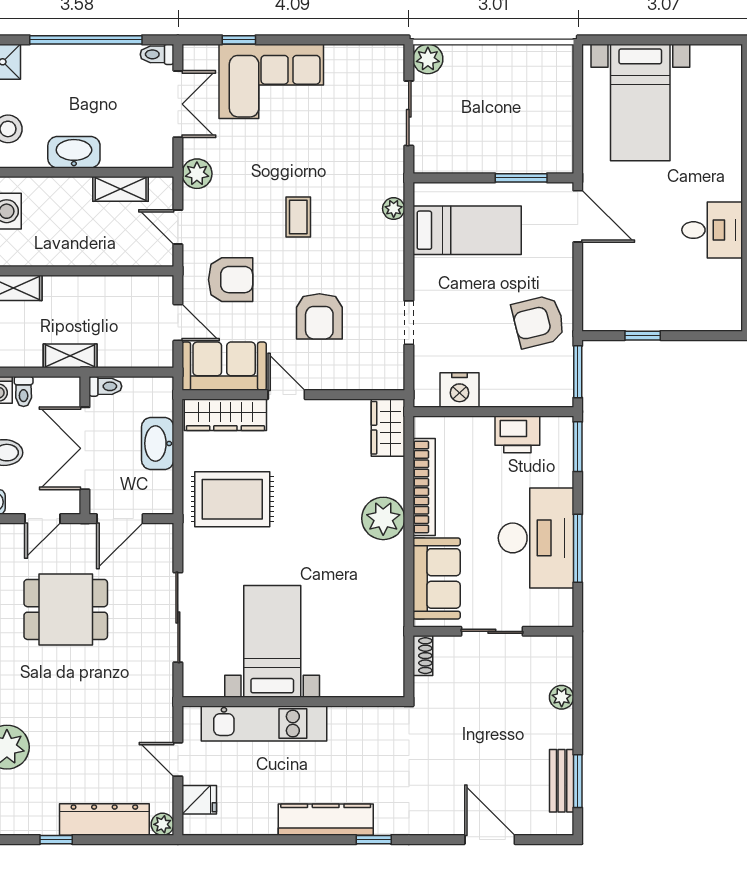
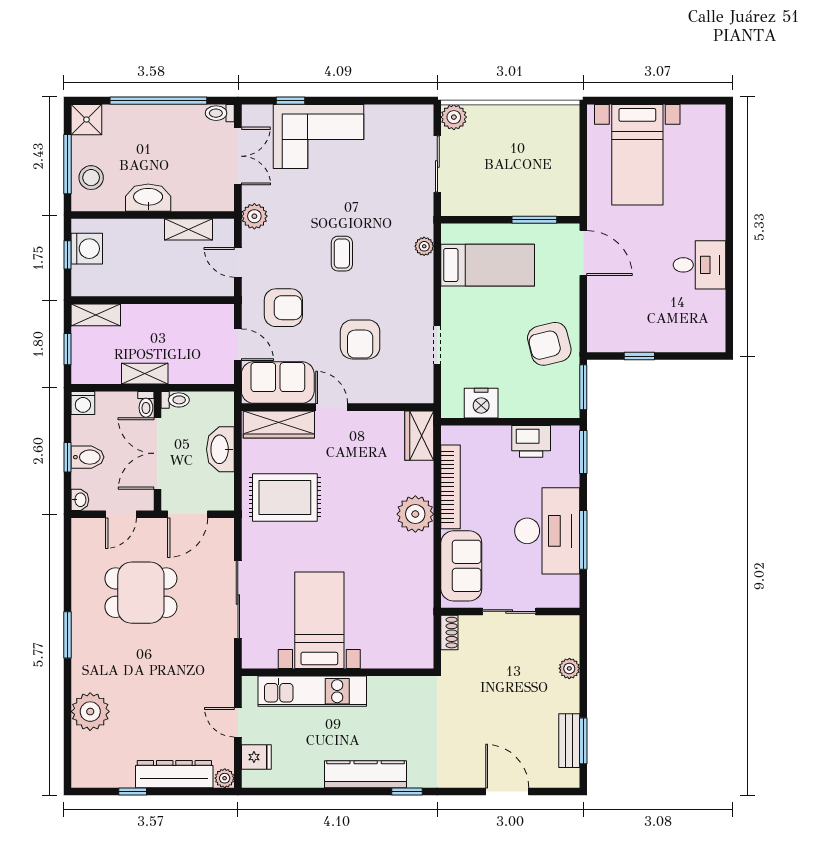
toilet: (24, 391) -> (146, 404), moved

